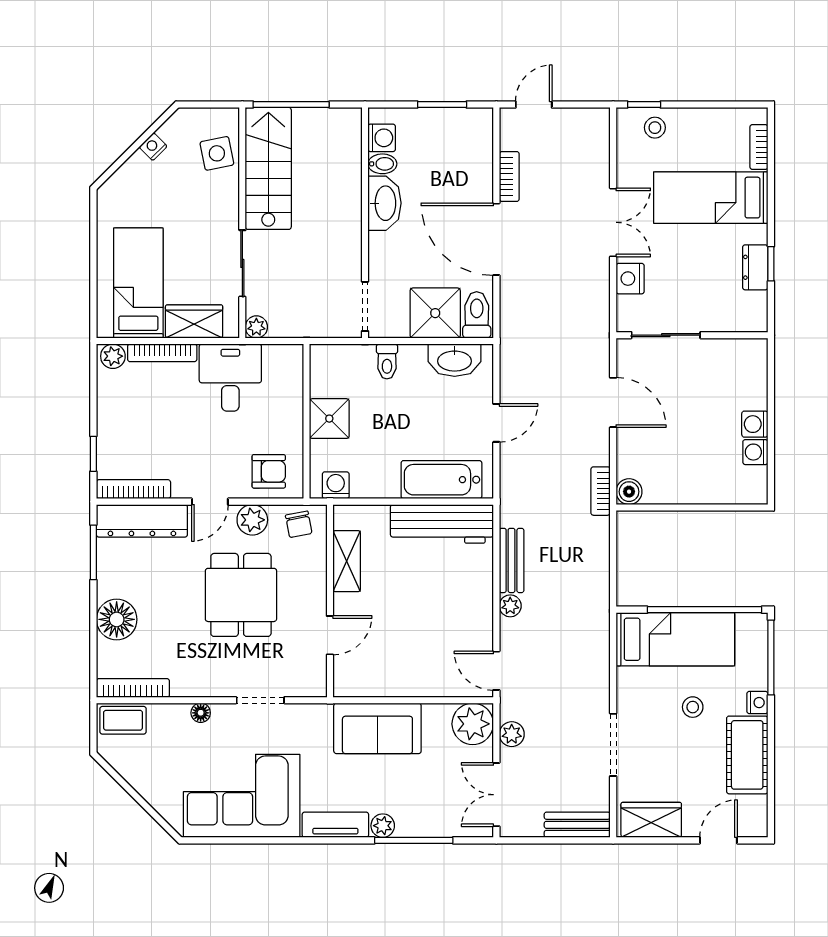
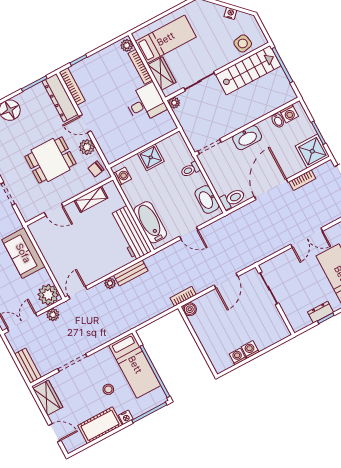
washbasin: (384, 203) -> (247, 138), moved
nightstand: (630, 279) -> (285, 259), removed
shower: (435, 313) -> (312, 151), moved
armchair: (269, 471) -> (113, 143), removed

